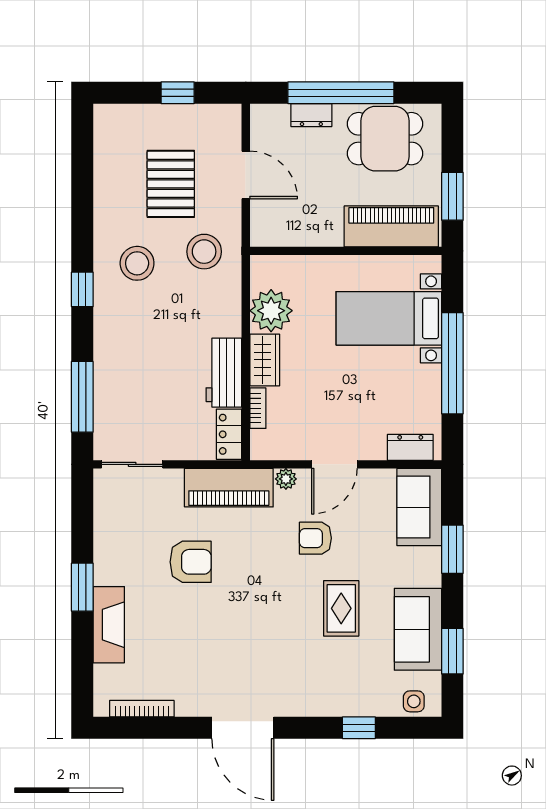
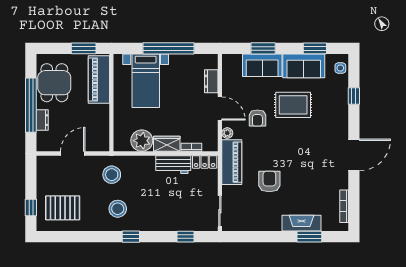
window: (178, 93) -> (31, 207), moved
pallet: (171, 184) -> (63, 208), moved
window: (82, 397) -> (186, 237), width x0.46
dresser: (410, 447) -> (211, 81), moved
sofa: (419, 507) -> (262, 65), moved
window: (82, 587) -> (309, 237), moved
rug: (341, 608) -> (293, 105), width x1.36, depth x1.43

